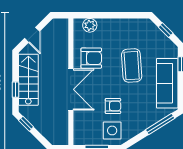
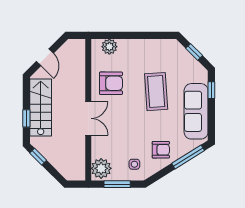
double door: (71, 89) -> (88, 118), width x0.73
armchair: (113, 106) -> (161, 150), moved
side table: (112, 130) -> (134, 164), width x0.54, depth x0.54
plant: (82, 134) -> (101, 168), added

